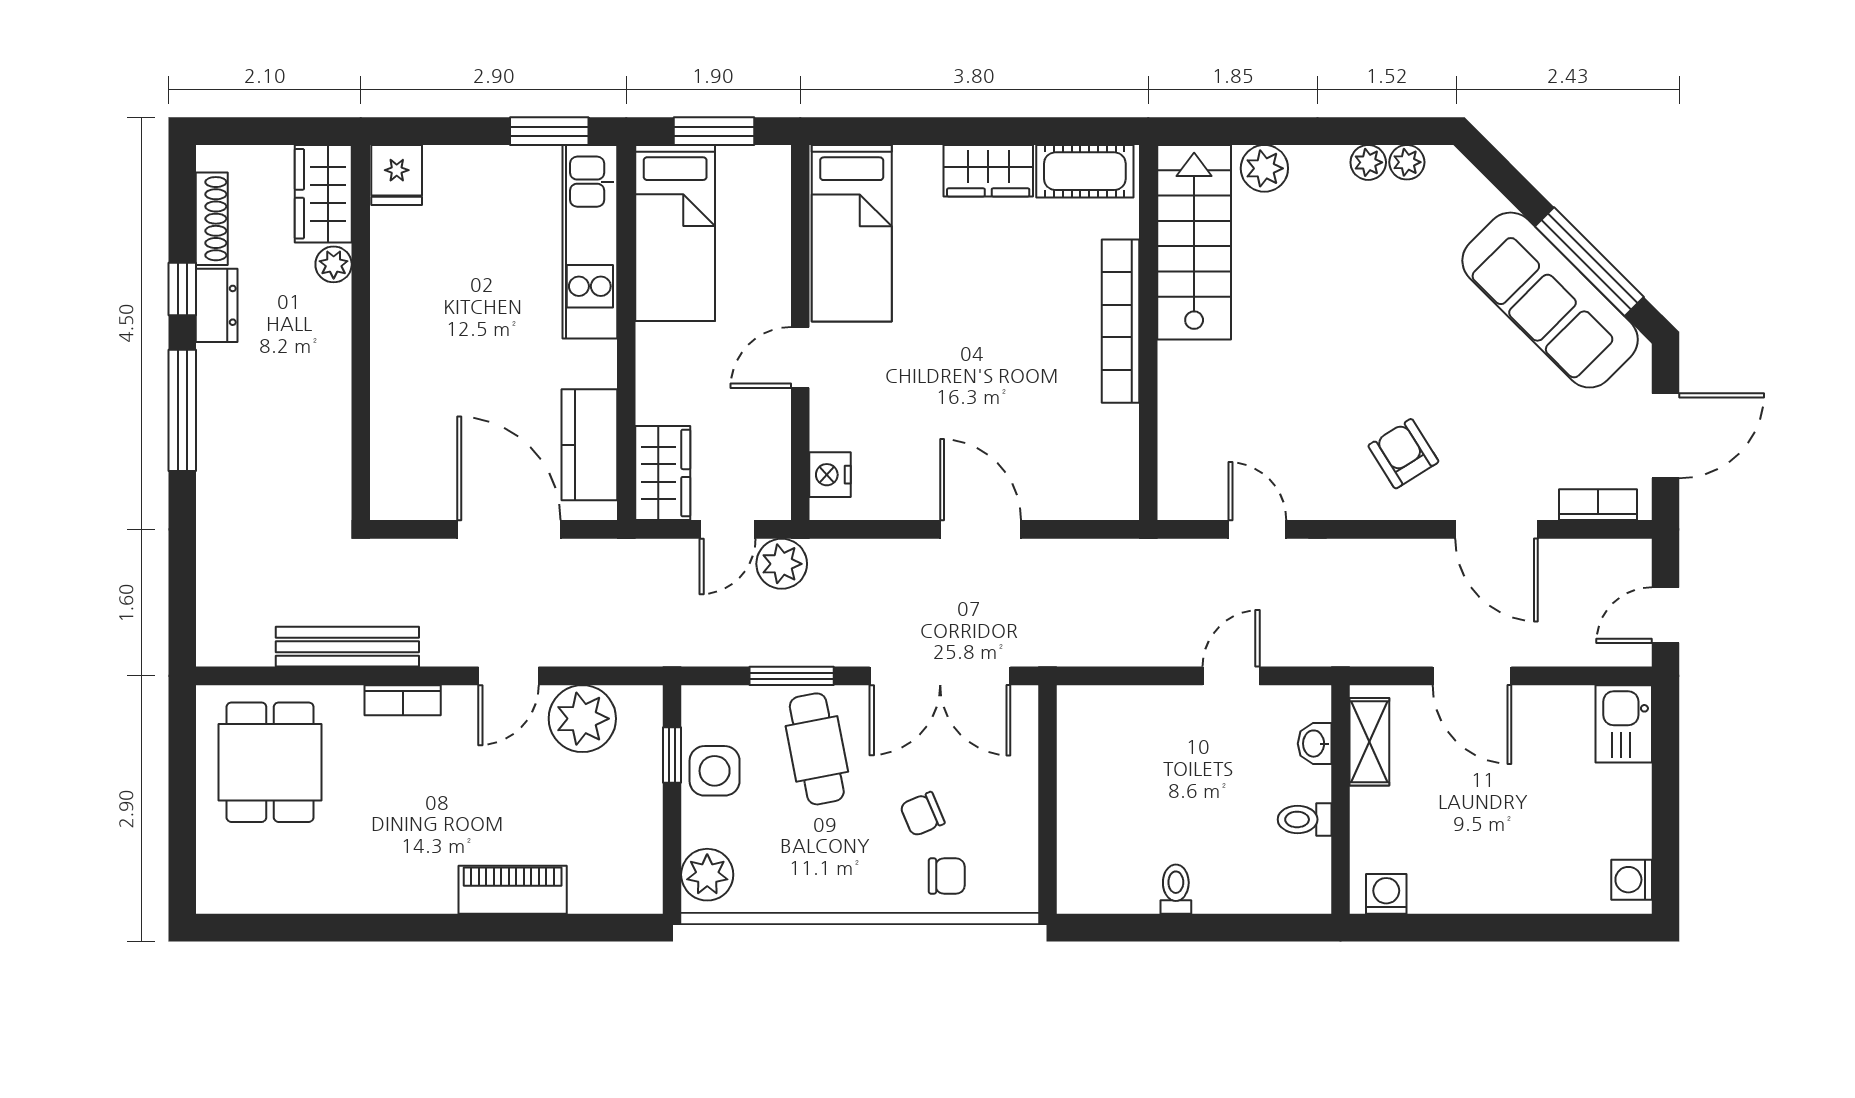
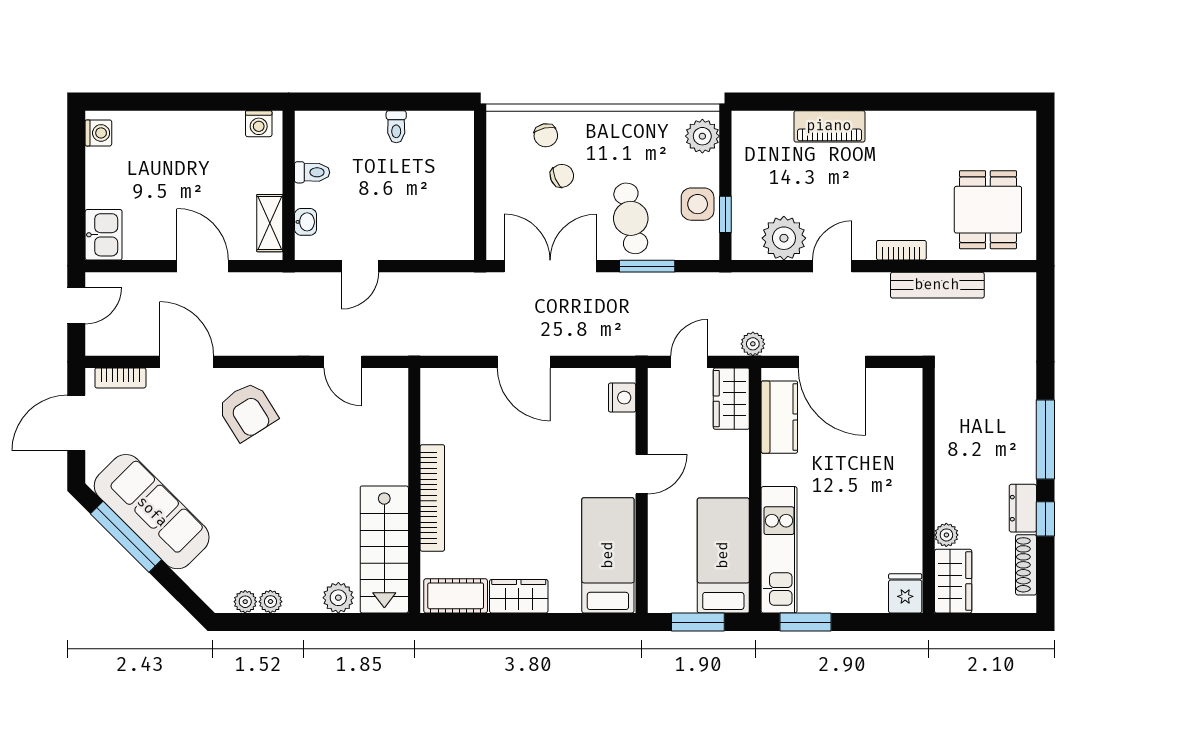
armchair: (1403, 454) -> (247, 411), width x1.38, depth x1.38
plant: (782, 564) -> (753, 344), moved, width x0.73, depth x0.73
chair: (947, 876) -> (546, 135), turned -102

